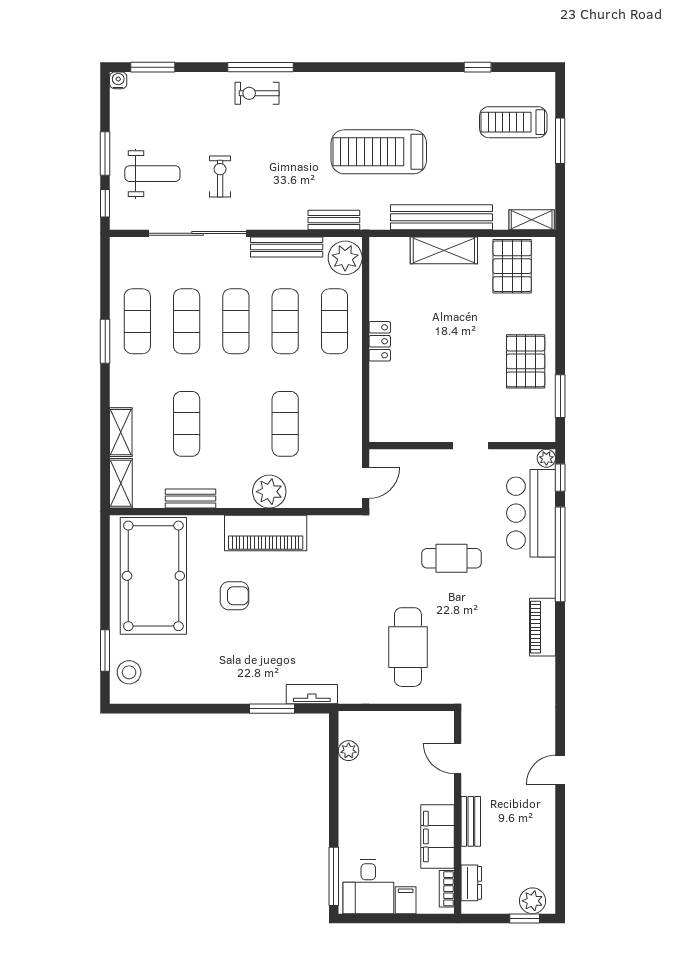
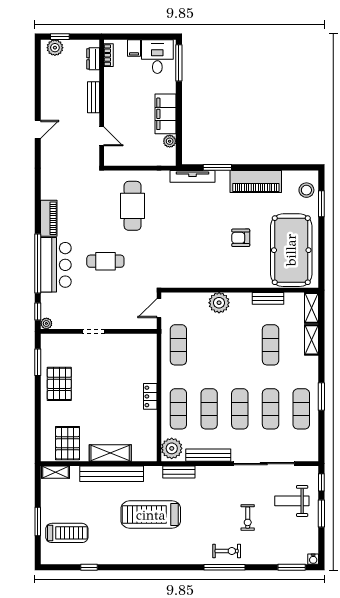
treadmill: (379, 152) -> (151, 515), turned 180
exercise bike: (220, 177) -> (248, 518), moved
exercise mat: (285, 424) -> (178, 345), moved
bar counter: (531, 513) -> (56, 265), moved
piano: (266, 533) -> (256, 181), moved, turned 180
tv unit: (312, 694) -> (192, 176), width x1.41
filing cabinet: (437, 836) -> (166, 114), moved, turned 180

